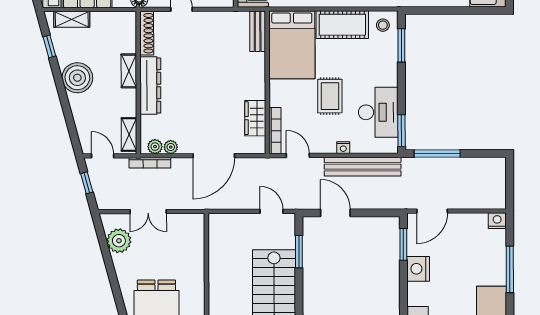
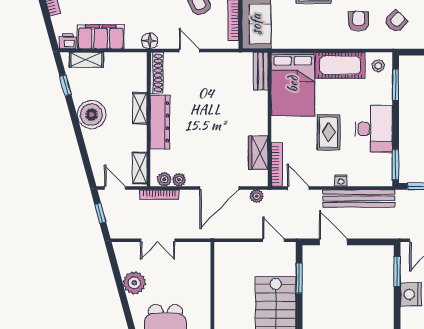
desk: (378, 112) -> (374, 129), moved
plant: (253, 164) -> (257, 196), added
plant: (119, 241) -> (134, 283), moved

